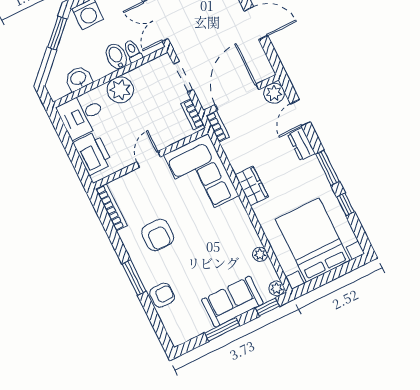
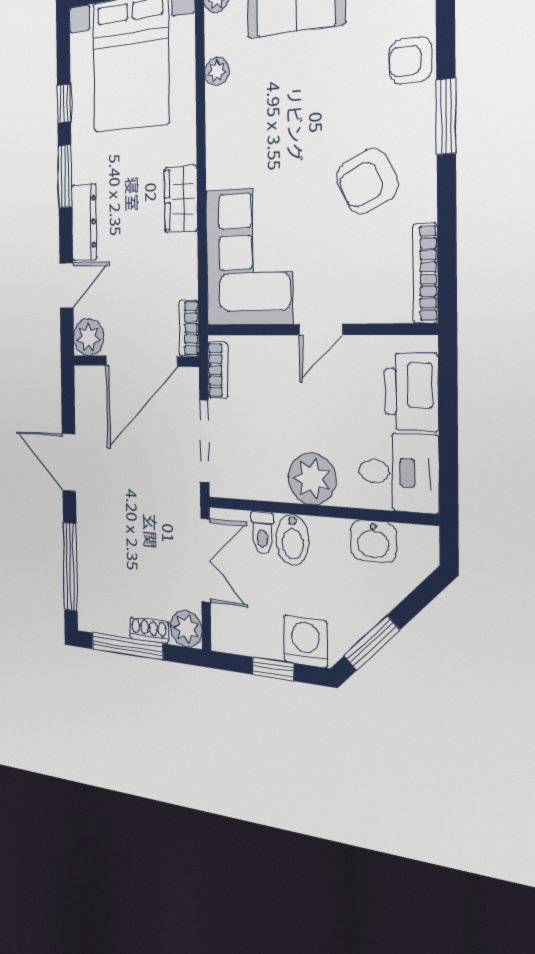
doorway: (183, 77) -> (204, 441), width x1.38
dresser: (301, 144) -> (84, 222), width x1.44
armchair: (158, 235) -> (367, 181), turned -116

